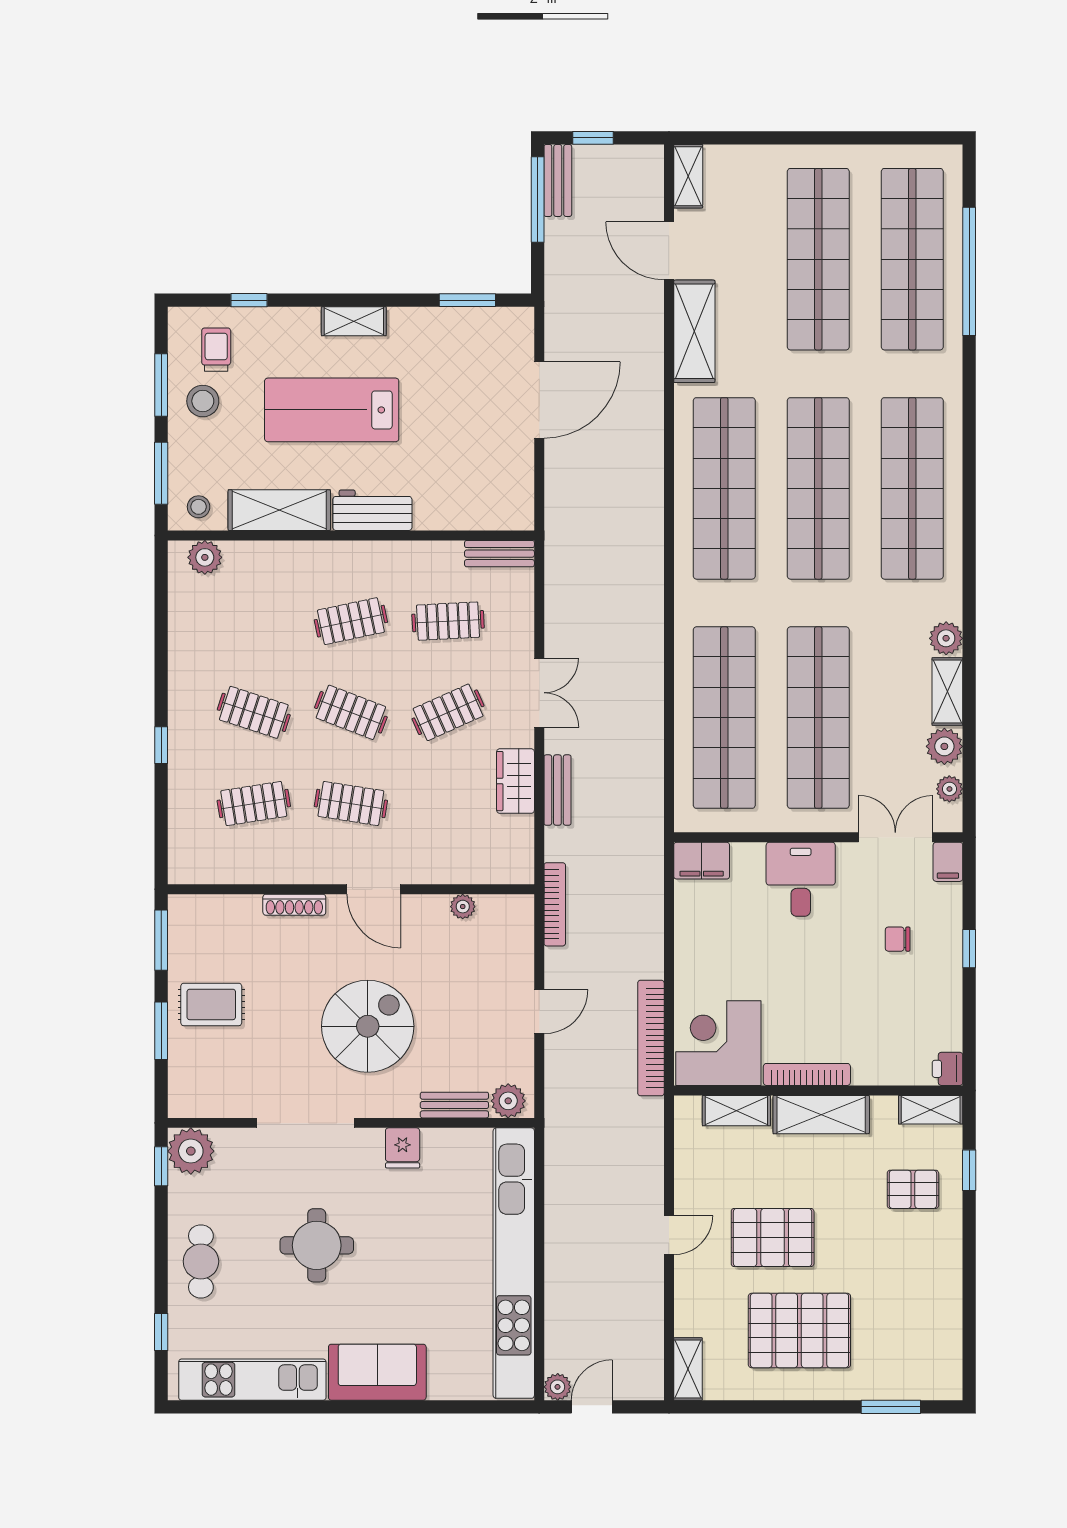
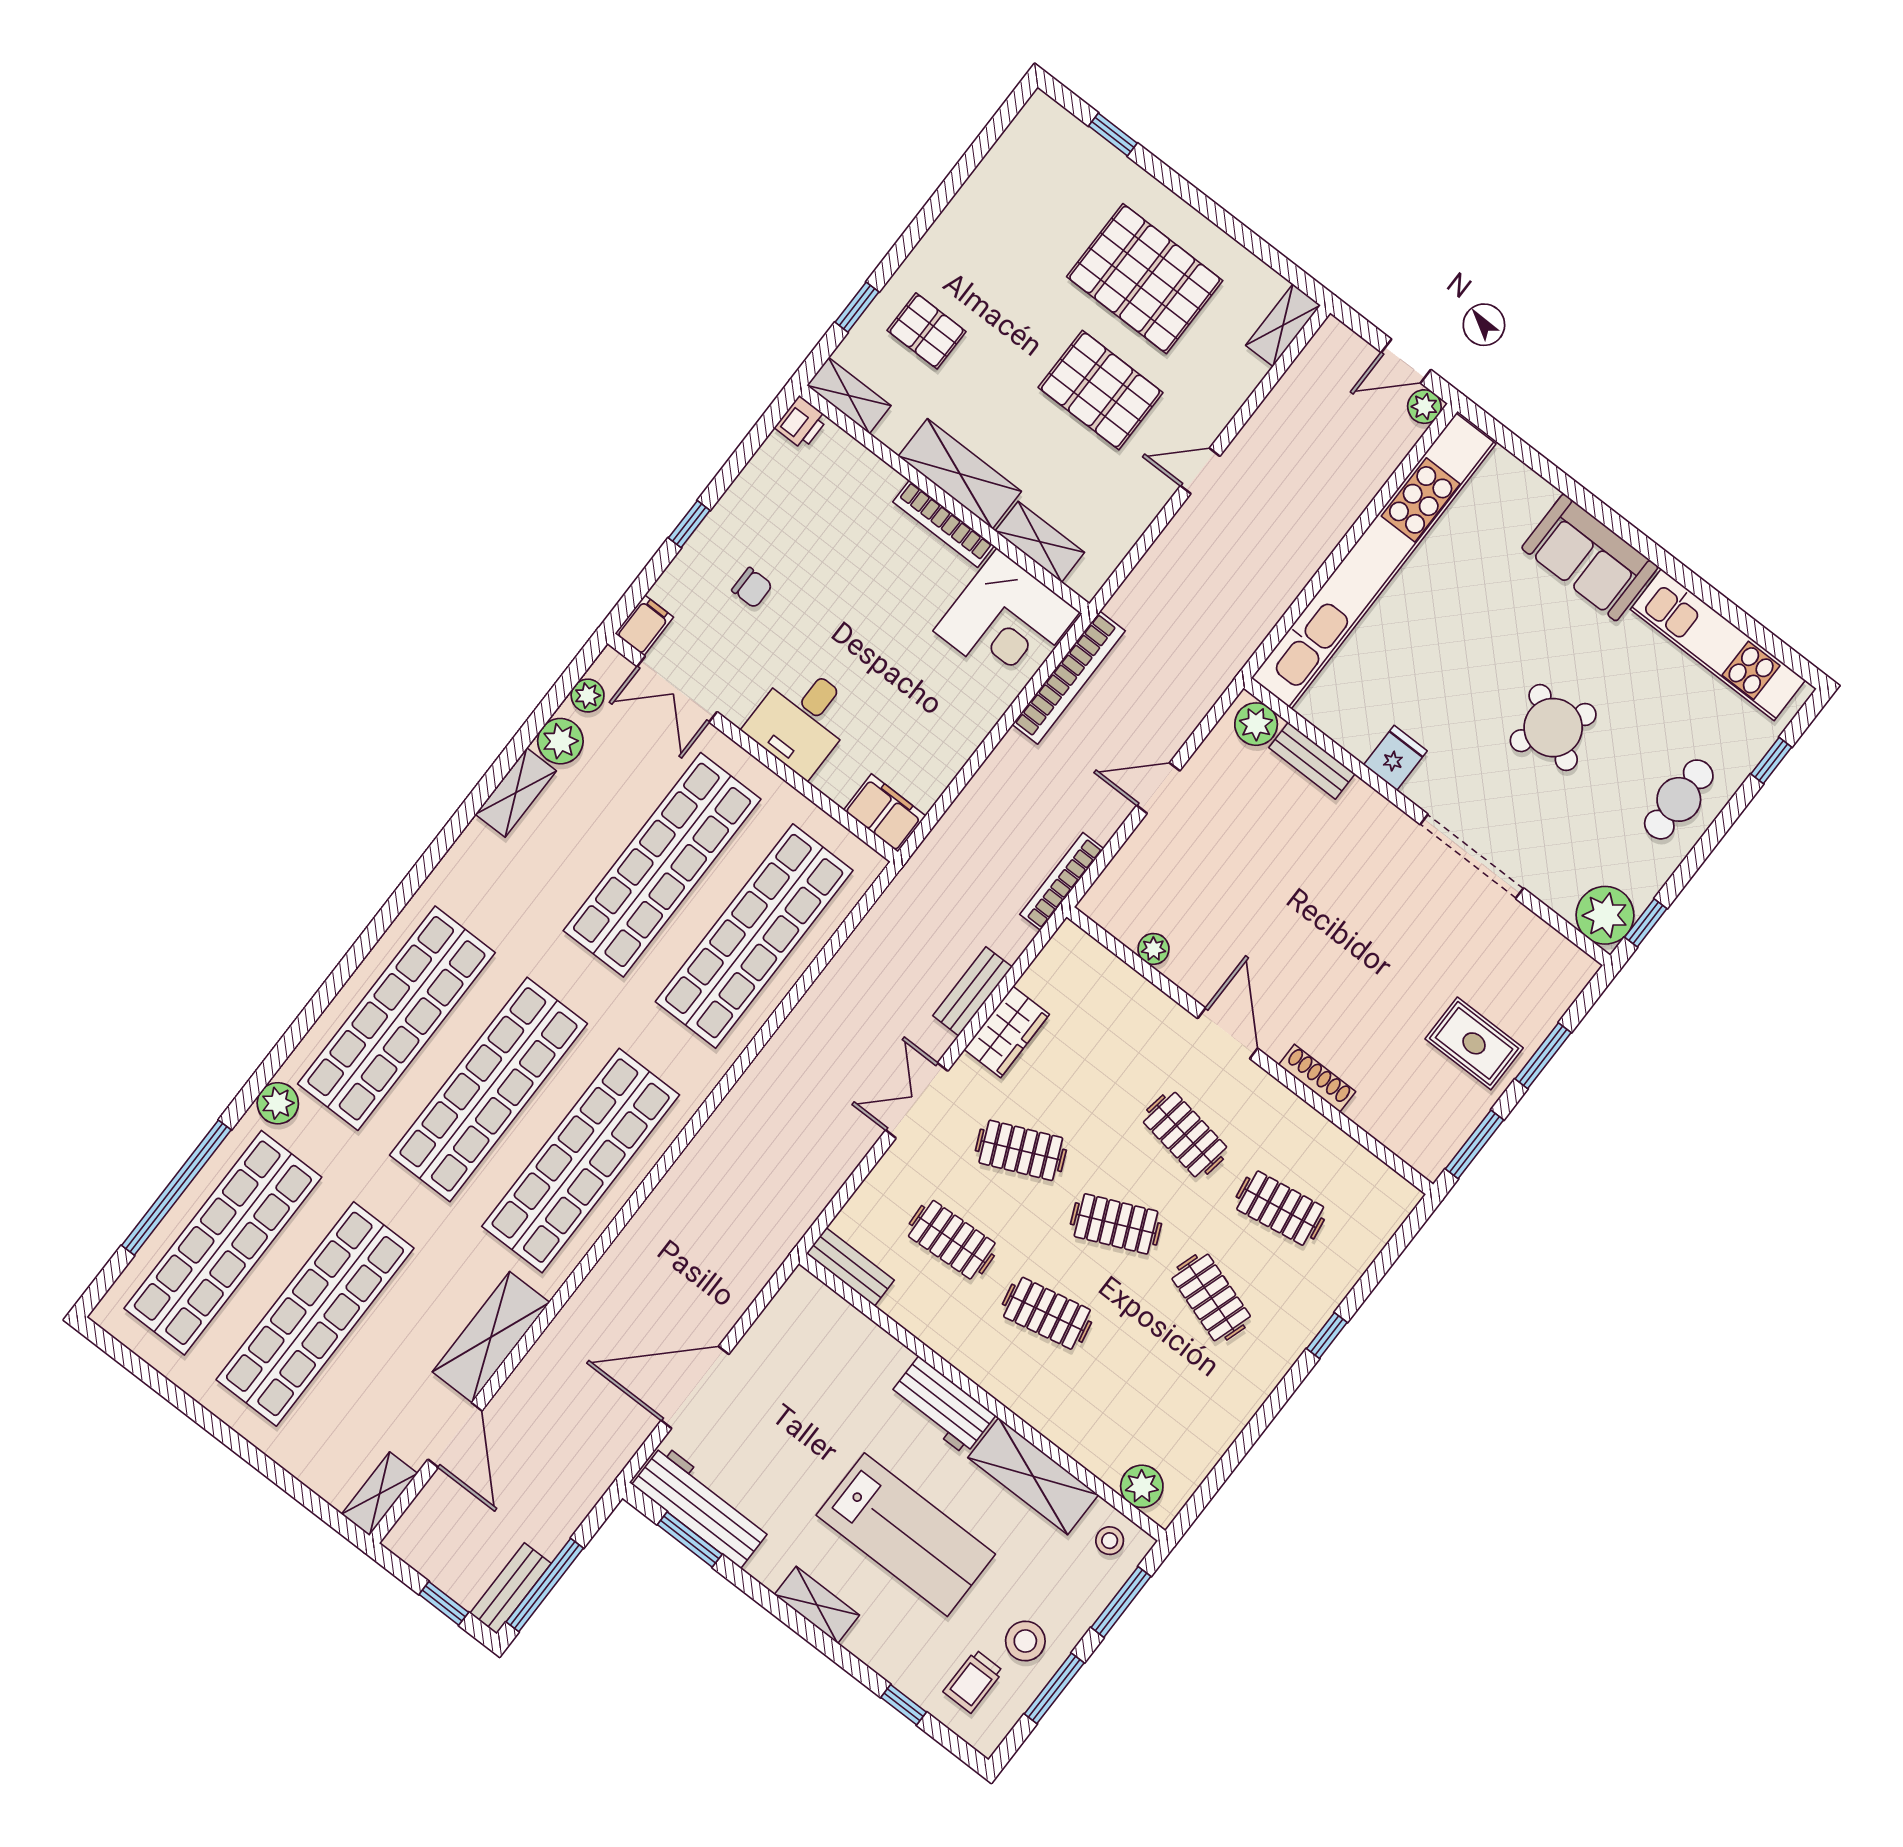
workbench: (476, 328) -> (702, 1506), added
plant: (946, 638) -> (278, 1103), moved
clothes rail: (351, 712) -> (1116, 1224), turned -45
spiral stairs: (368, 1026) -> (1337, 904), removed
round table: (317, 1245) -> (1553, 728), turned 30
window: (891, 1407) -> (1113, 135), width x0.67

